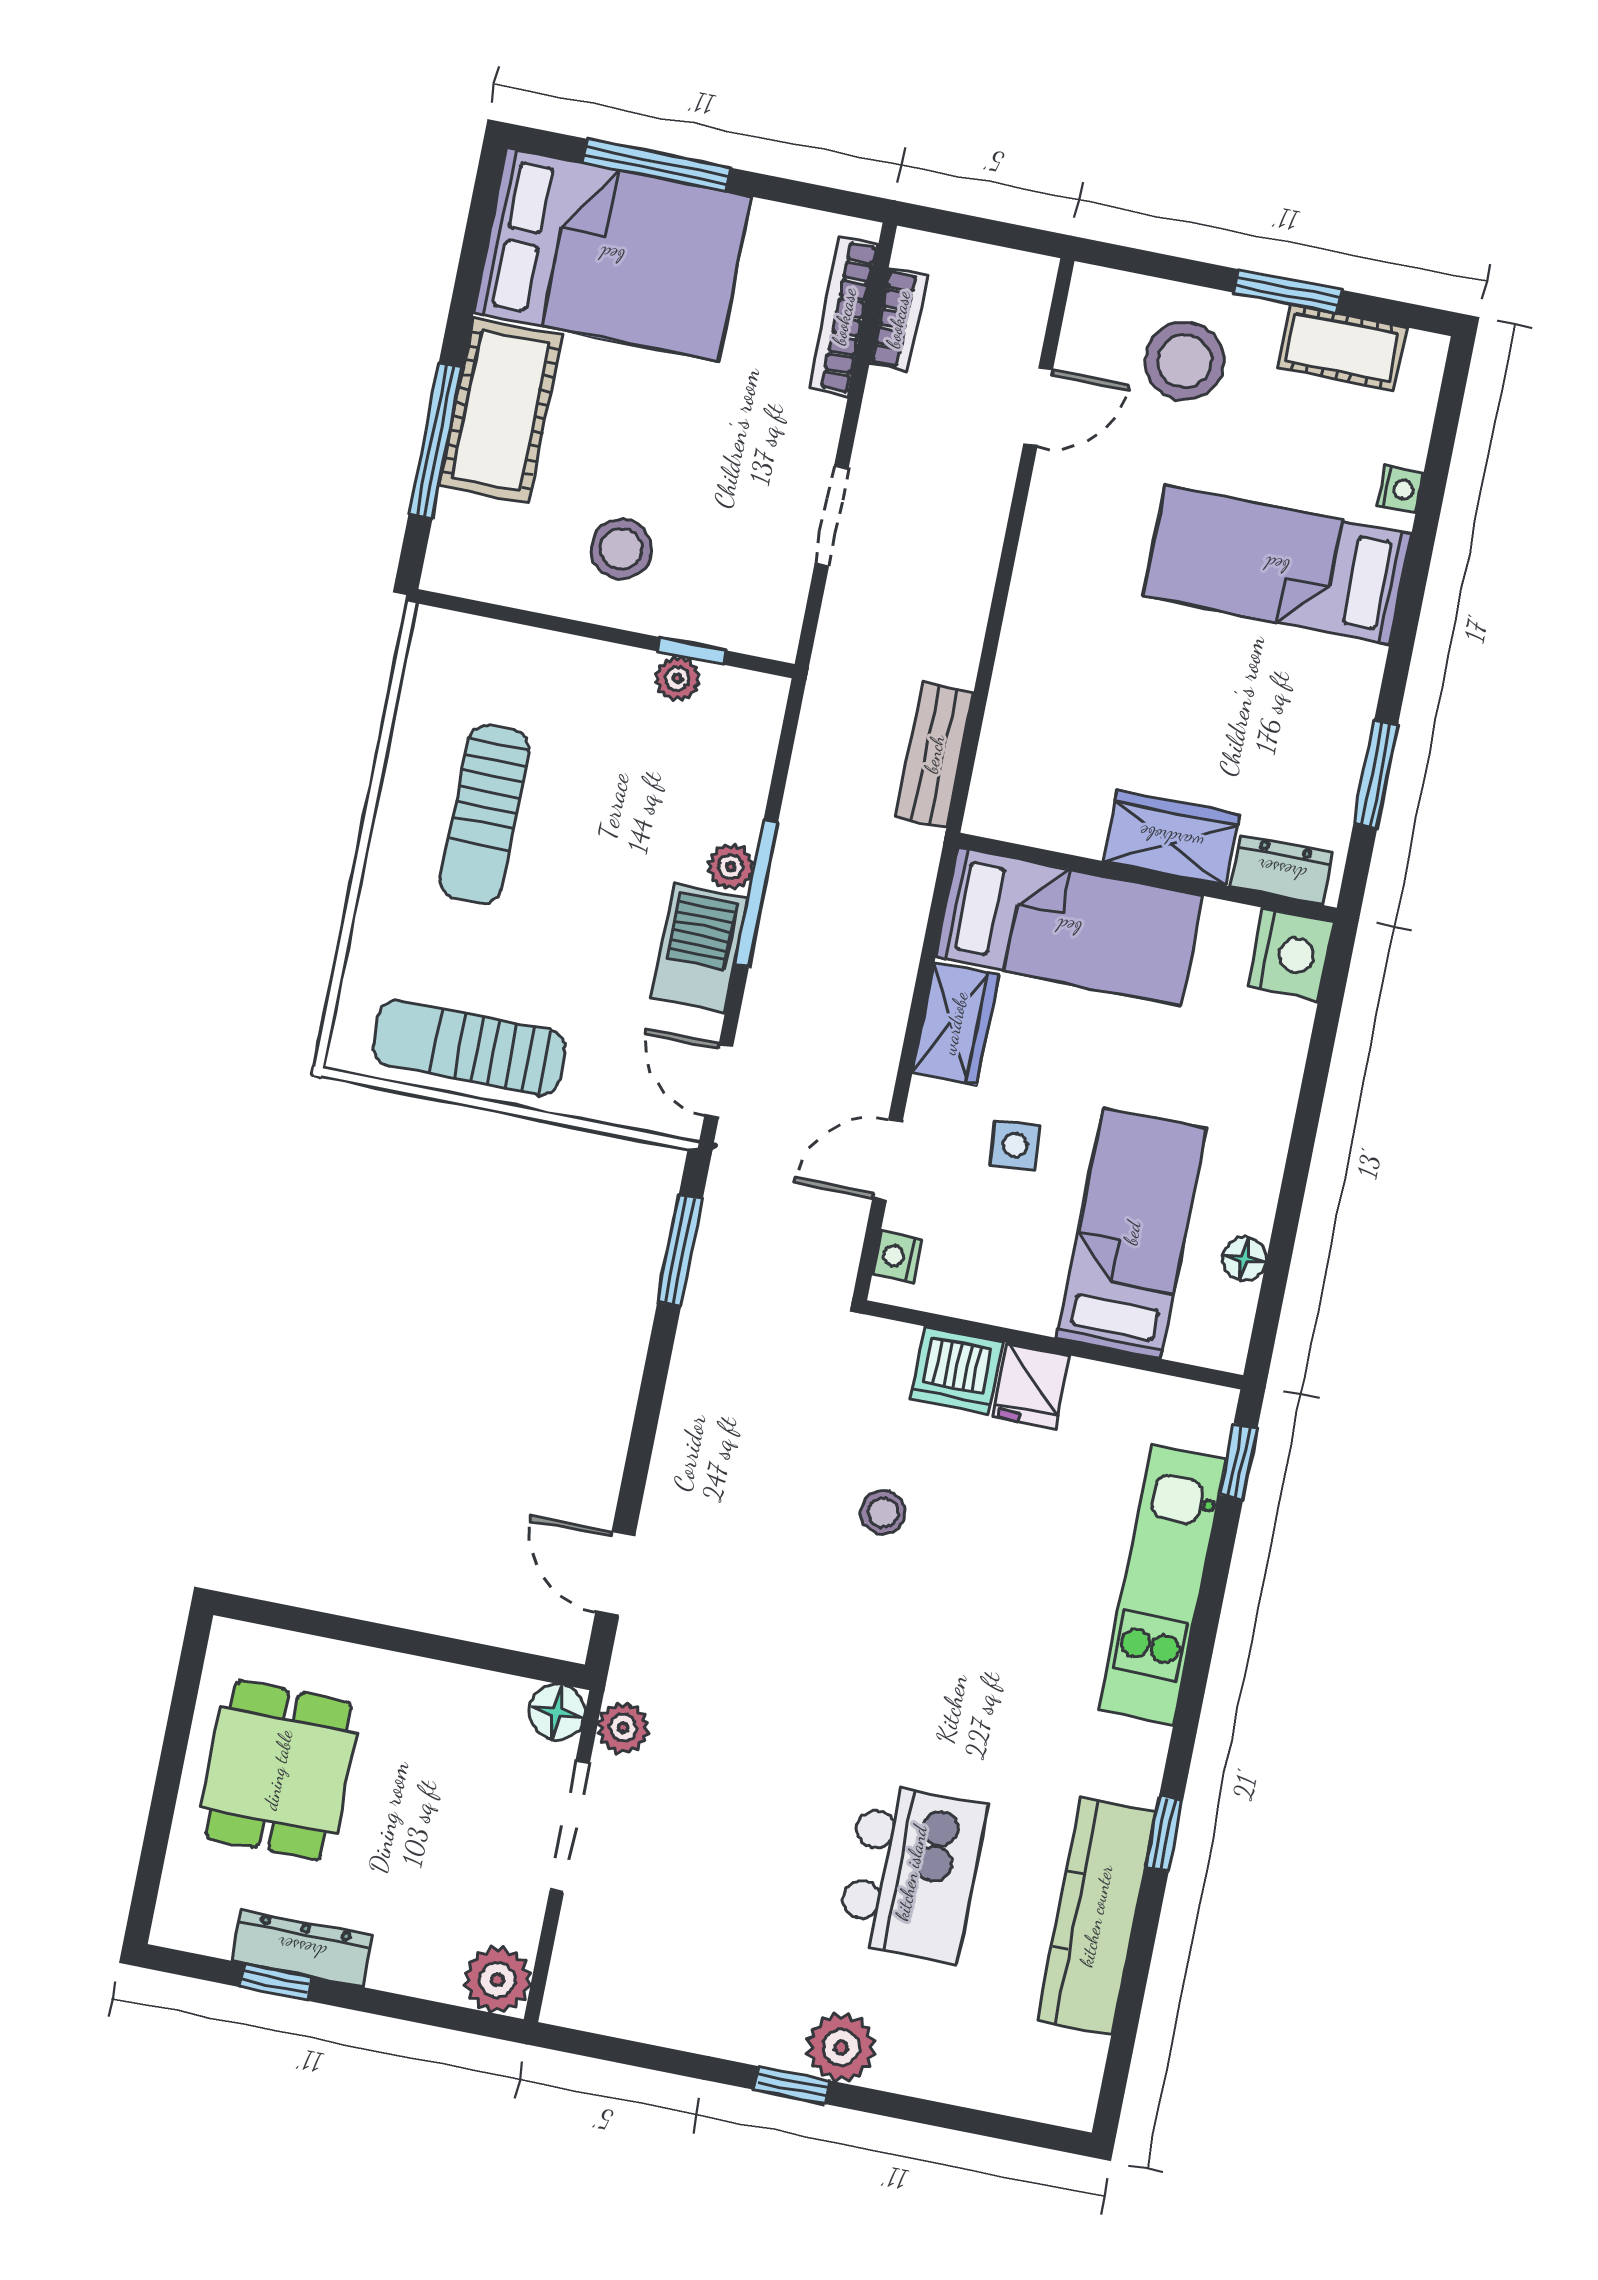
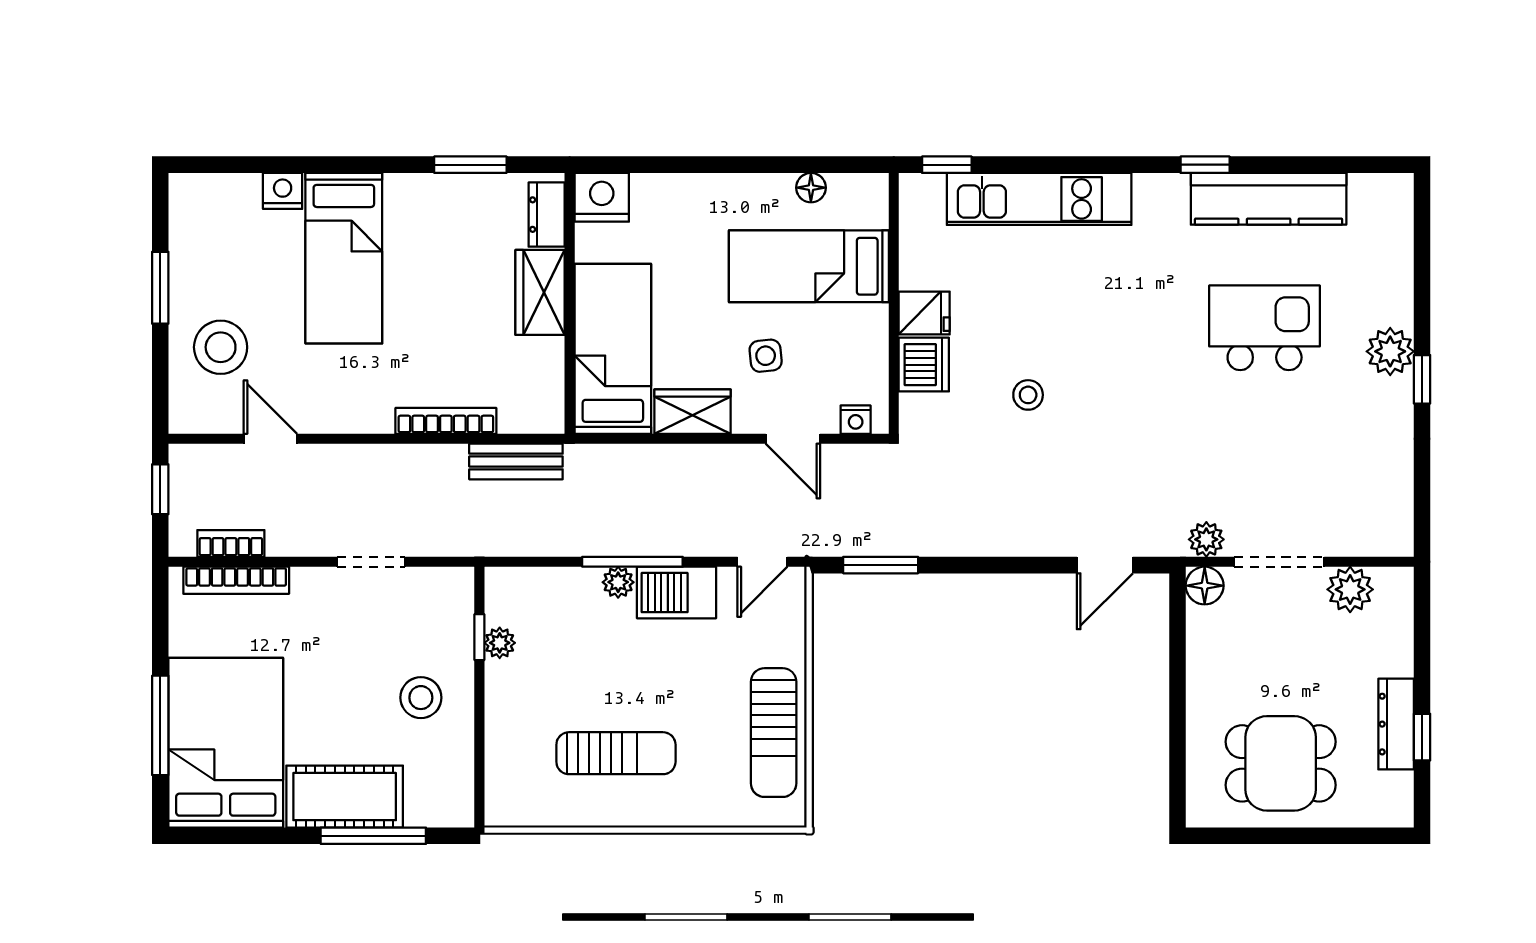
window: (997, 233) -> (160, 489), added
cot: (1342, 347) -> (191, 244), removed
nightstand: (1400, 489) -> (283, 191), width x1.39, depth x1.35
bookcase: (1013, 665) -> (446, 421), added
plant: (498, 1980) -> (1350, 589), moved

